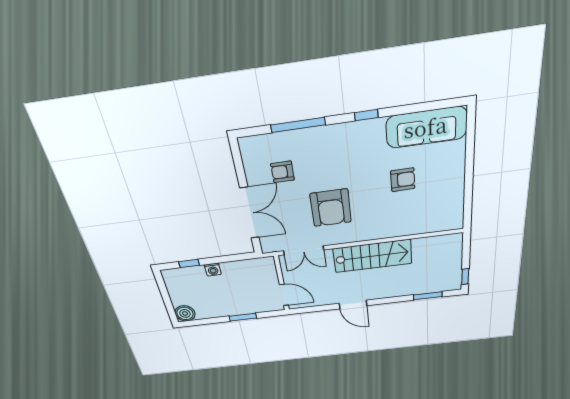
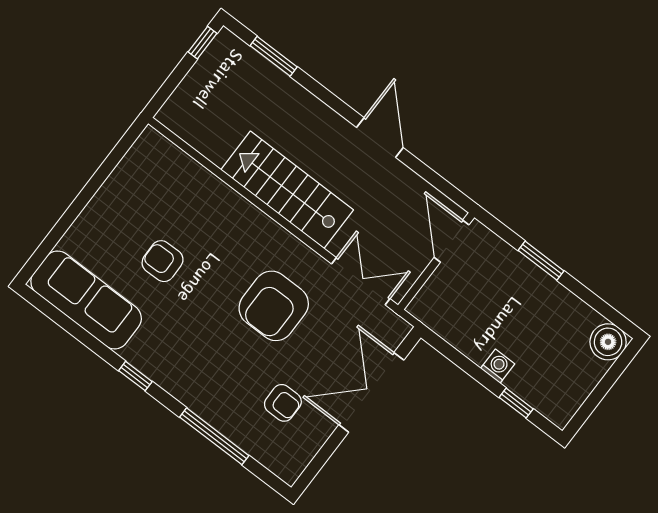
armchair: (331, 208) -> (274, 306), turned 180

